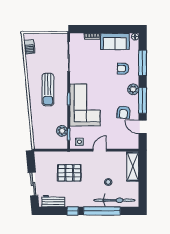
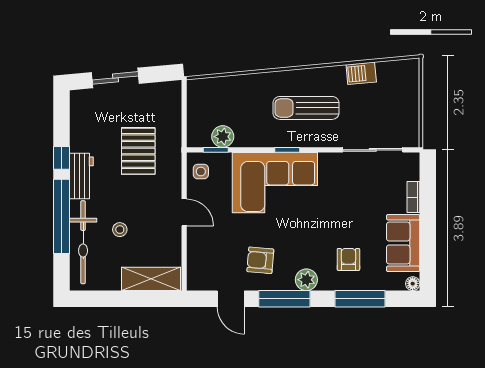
barbecue: (29, 47) -> (361, 73), moved
door: (143, 127) -> (231, 299), swing flipped
workbench: (53, 201) -> (81, 176), moved

